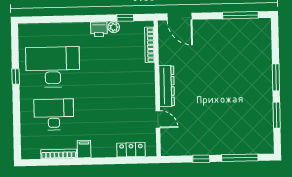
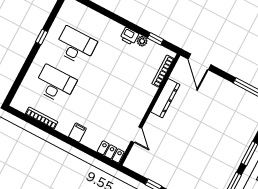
desk: (53, 67) -> (76, 46), width x0.73, depth x0.77
dresser: (167, 86) -> (165, 98), moved
filing cabinet: (84, 149) -> (77, 133), moved
locker: (131, 150) -> (111, 152), moved

